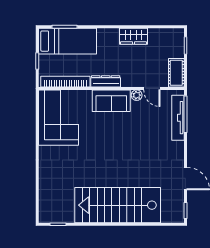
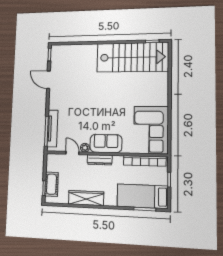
wardrobe: (133, 36) -> (86, 198), width x1.50
cot: (176, 73) -> (51, 184), moved
dresser: (106, 81) -> (100, 160), moved
stairs: (118, 205) -> (132, 57), moved

